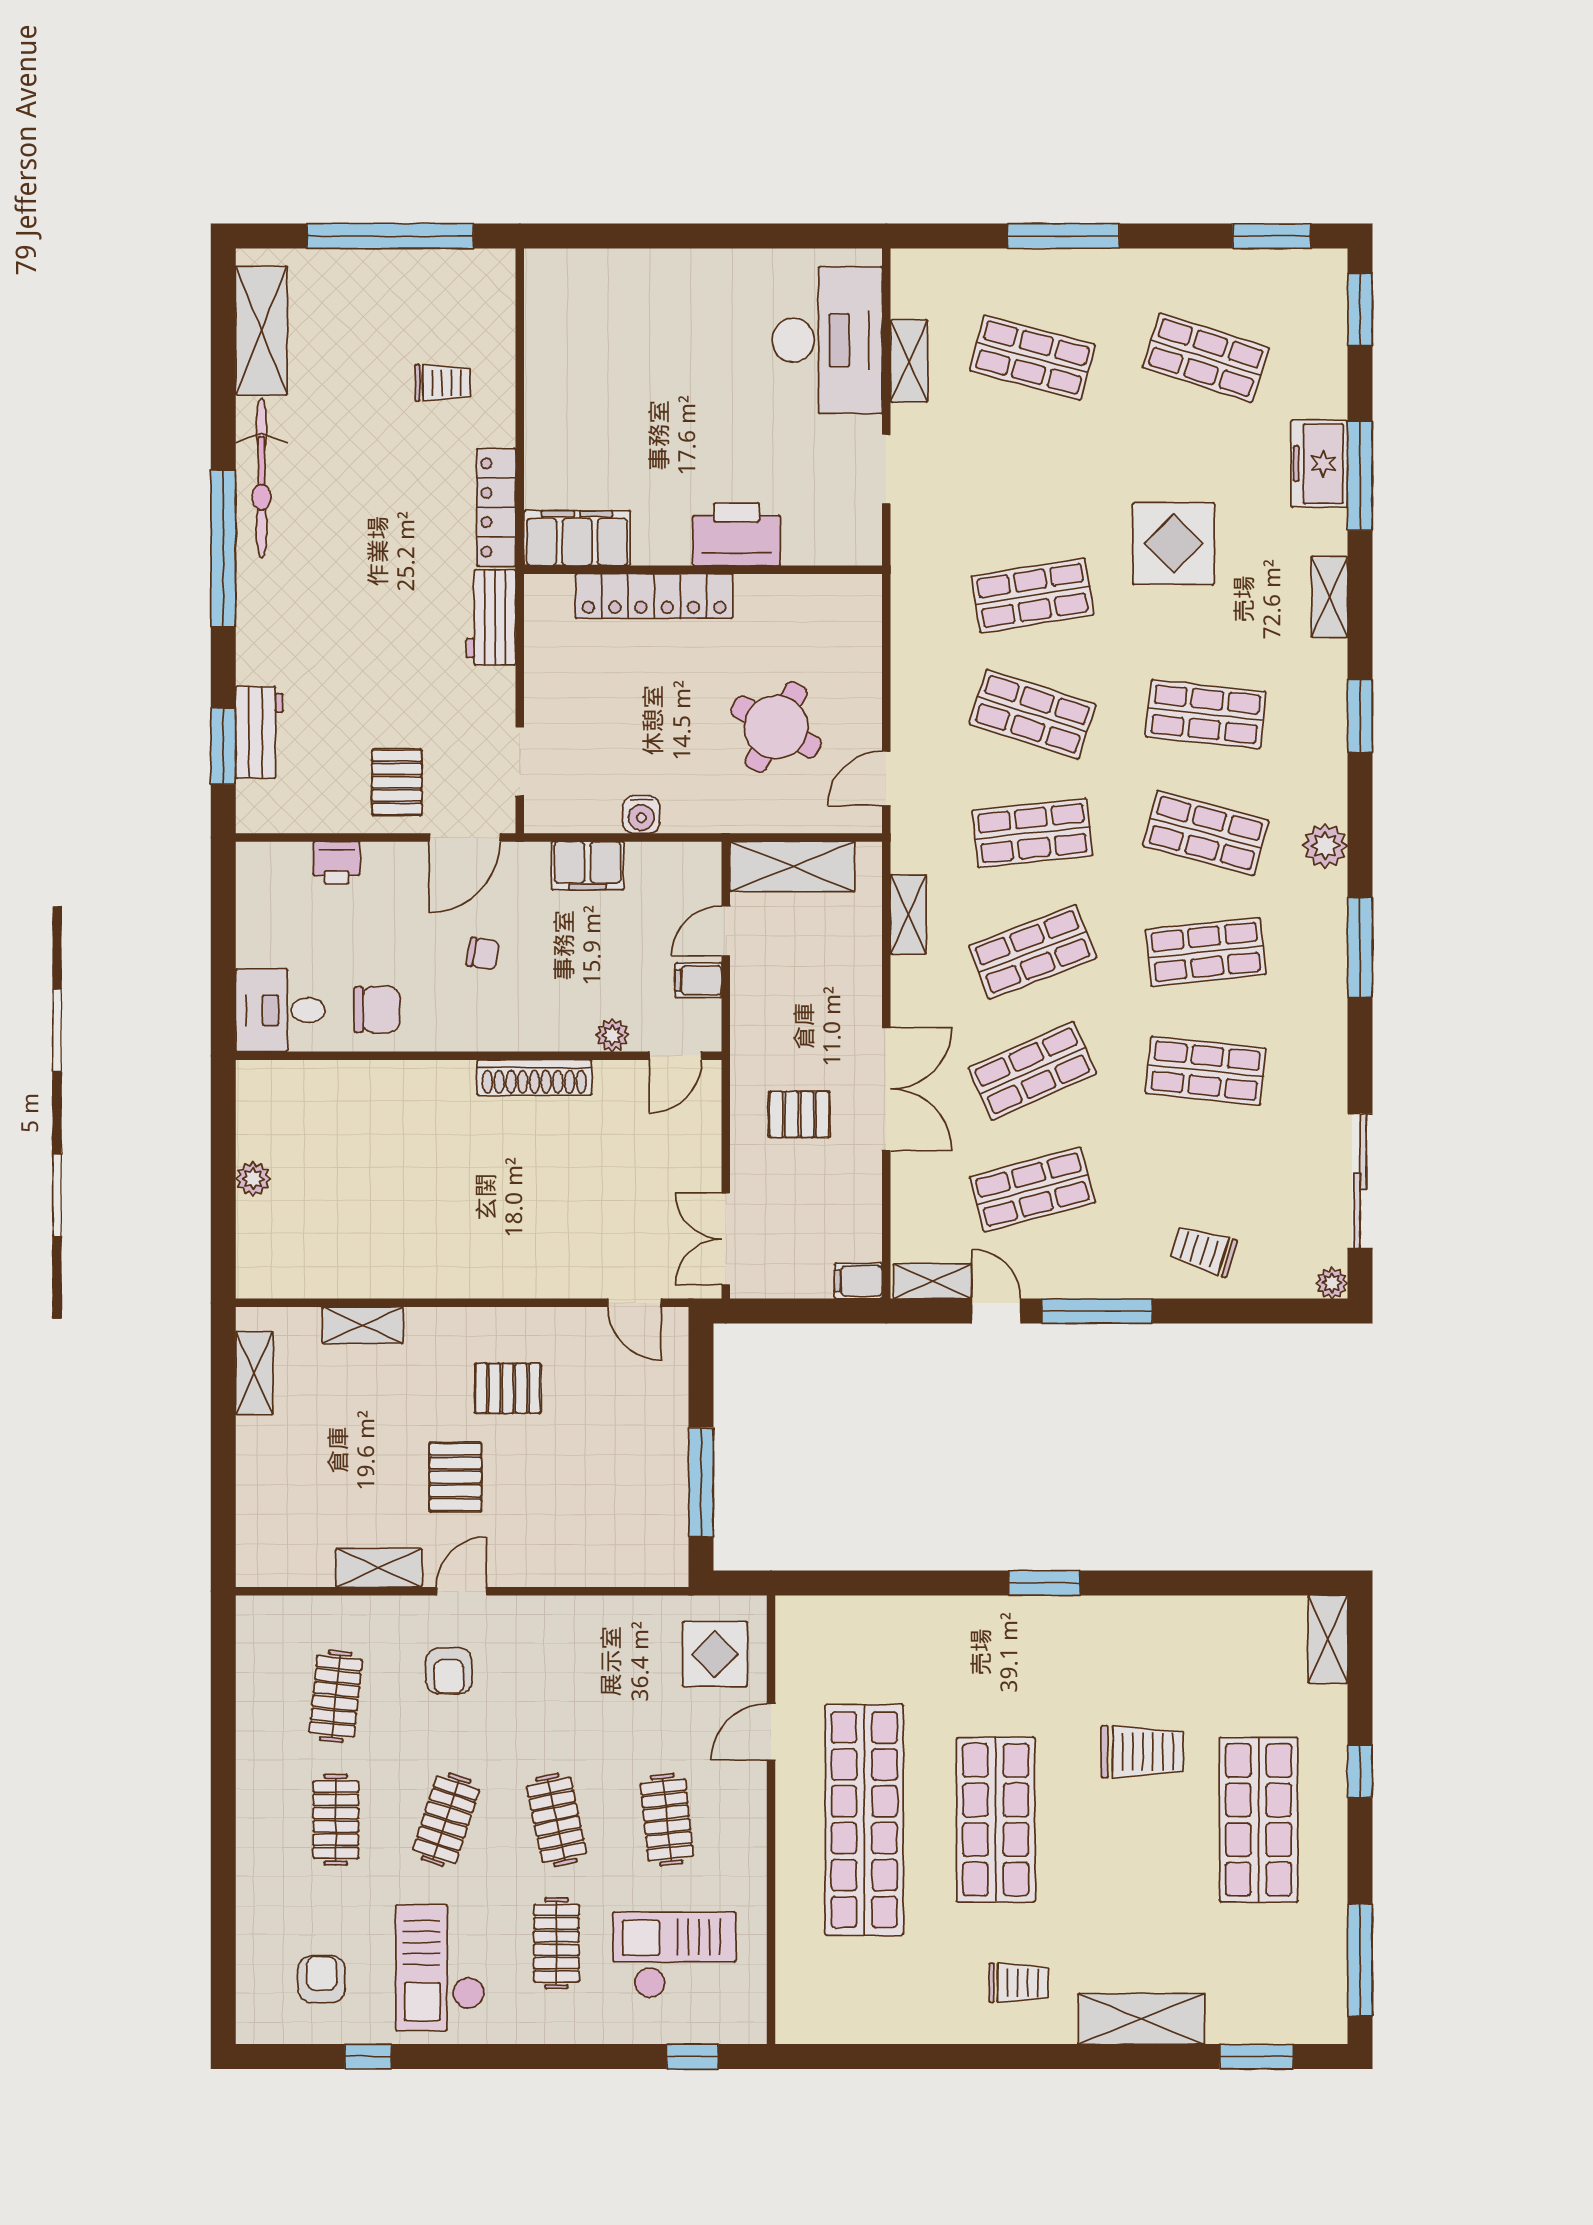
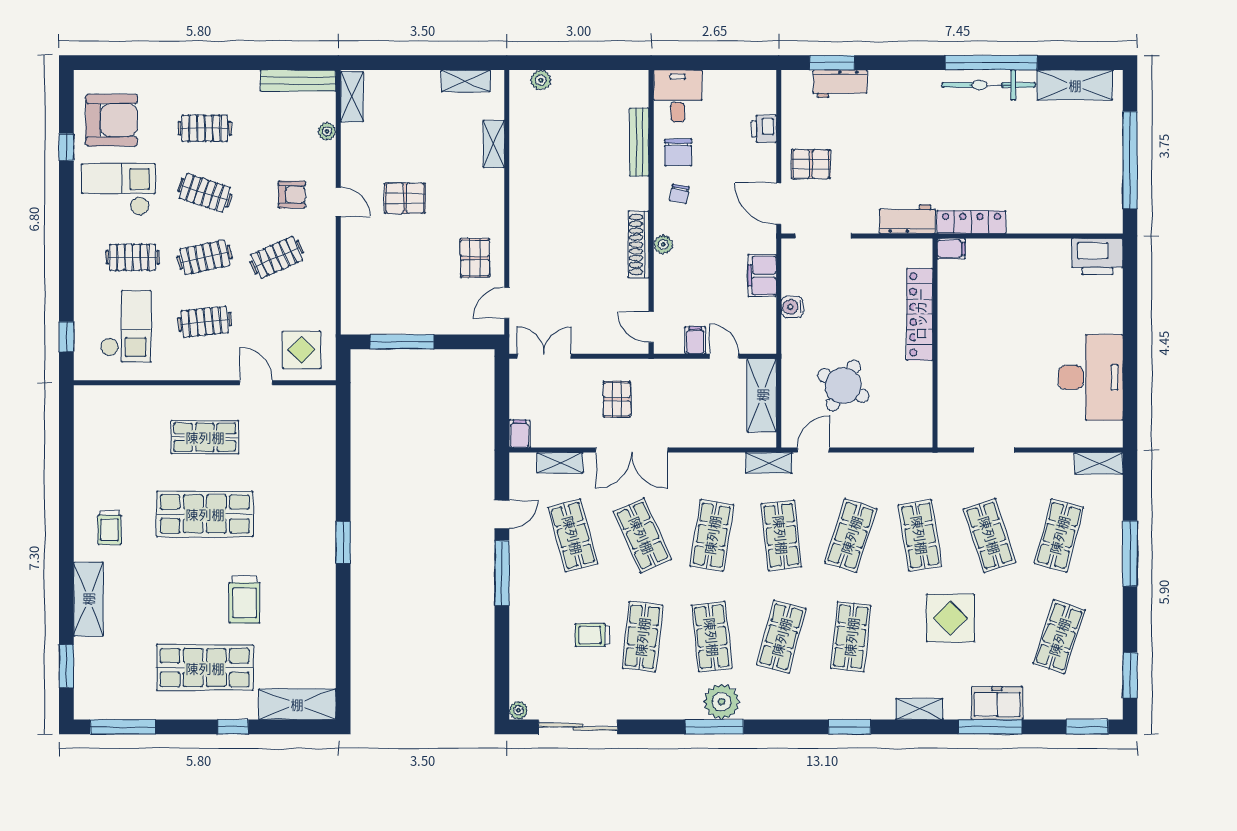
desk: (827, 340) -> (1091, 377), moved, turned -90
shelving: (909, 361) -> (1099, 463), moved
trolley: (443, 383) -> (1044, 191), removed
shop shelf: (1032, 476) -> (990, 535), added
printer: (736, 534) -> (1097, 257), moved, turned 90
filing cabinet: (577, 538) -> (951, 249), width x0.33, depth x0.86
window: (223, 548) -> (991, 63), moved
doorway: (520, 761) -> (823, 236), width x1.38
door: (886, 778) -> (813, 450), hinge flipped
plant: (1325, 846) -> (722, 702), moved, width x1.36, depth x1.36
shelving: (908, 914) -> (769, 463), moved
shop shelf: (1032, 952) -> (712, 535), turned 30
chair: (483, 954) -> (679, 194), moved
plant: (612, 1035) -> (663, 245), moved
bench: (359, 1076) -> (639, 142), added
plant: (253, 1179) -> (541, 80), moved
trolley: (1203, 1251) -> (592, 635), moved, turned -107
shelving: (932, 1281) -> (560, 463), moved, turned 90
pallet: (508, 1388) -> (475, 258), moved
shelving: (379, 1568) -> (352, 97), moved
plant: (341, 1611) -> (327, 131), added
shelving: (1328, 1639) -> (297, 704), width x1.50, depth x1.33
bench: (254, 1660) -> (298, 80), added
armchair: (449, 1671) -> (292, 195), turned 180
clothes rail: (336, 1696) -> (277, 257), moved, turned -30
shop shelf: (864, 1820) -> (205, 437), width x0.50, depth x0.74
armchair: (322, 1979) -> (112, 120), width x1.88, depth x1.88

